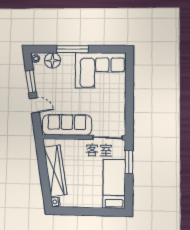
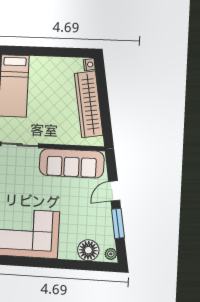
window: (73, 49) -> (61, 264), removed
door: (34, 105) -> (114, 191), hinge flipped

